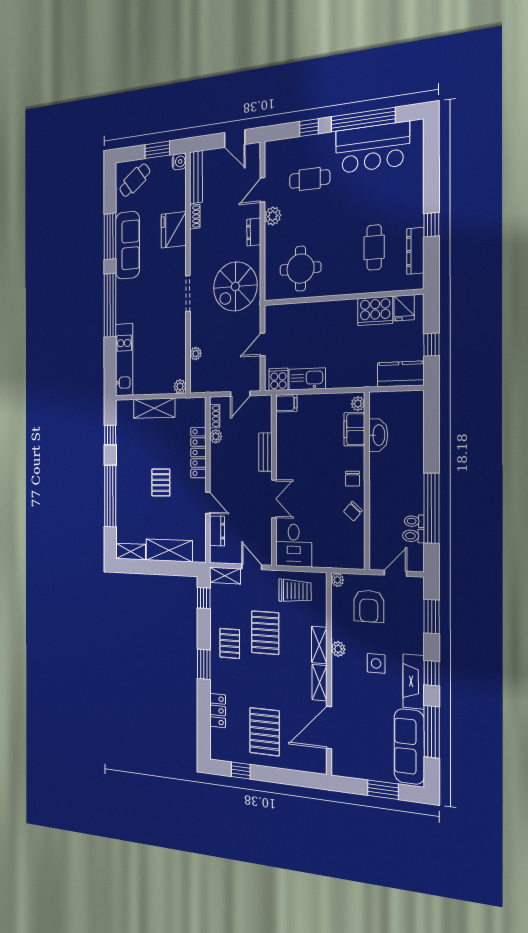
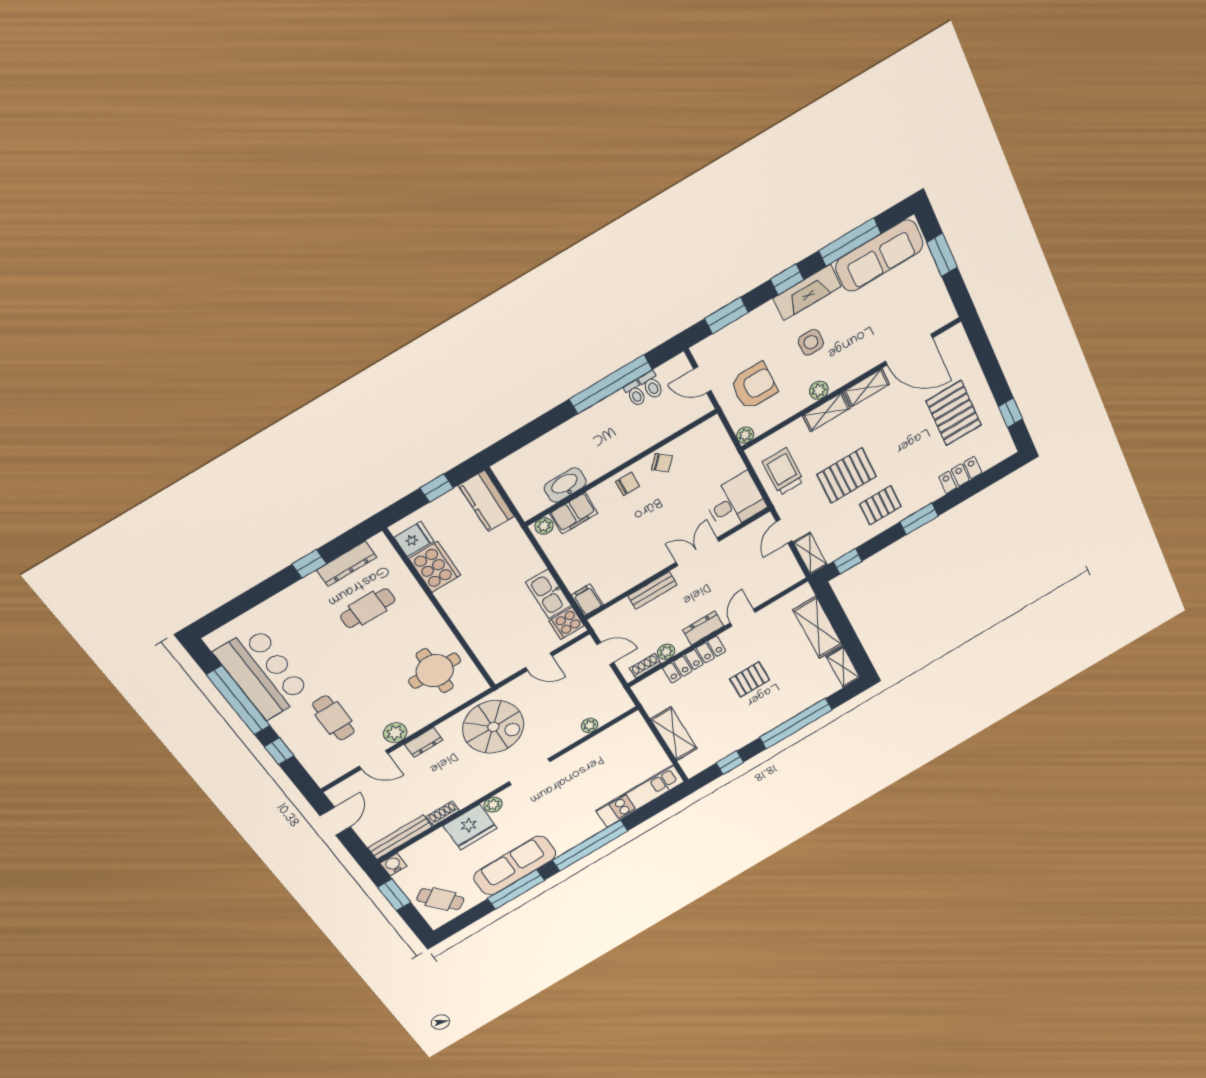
plant: (180, 386) -> (493, 805), moved
dresser: (217, 531) -> (703, 628), moved
pallet: (265, 732) -> (954, 413), turned 90

